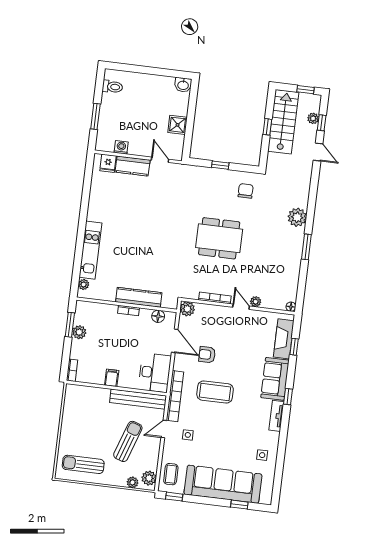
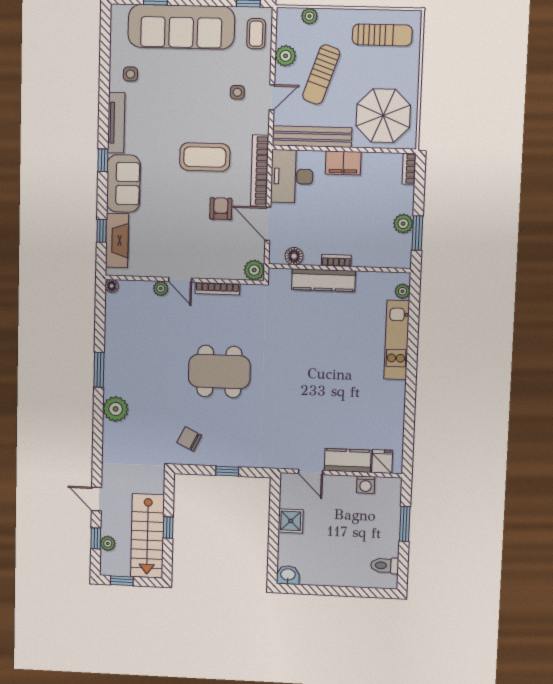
chair: (246, 191) -> (189, 439), turned 116
armchair: (207, 355) -> (221, 209), turned -90
filing cabinet: (112, 378) -> (343, 163), width x2.00
bookcase: (175, 396) -> (260, 171), moved
parasol: (87, 409) -> (383, 116), added
tv unit: (276, 416) -> (116, 123), width x1.41
plant: (149, 478) -> (286, 56), moved

